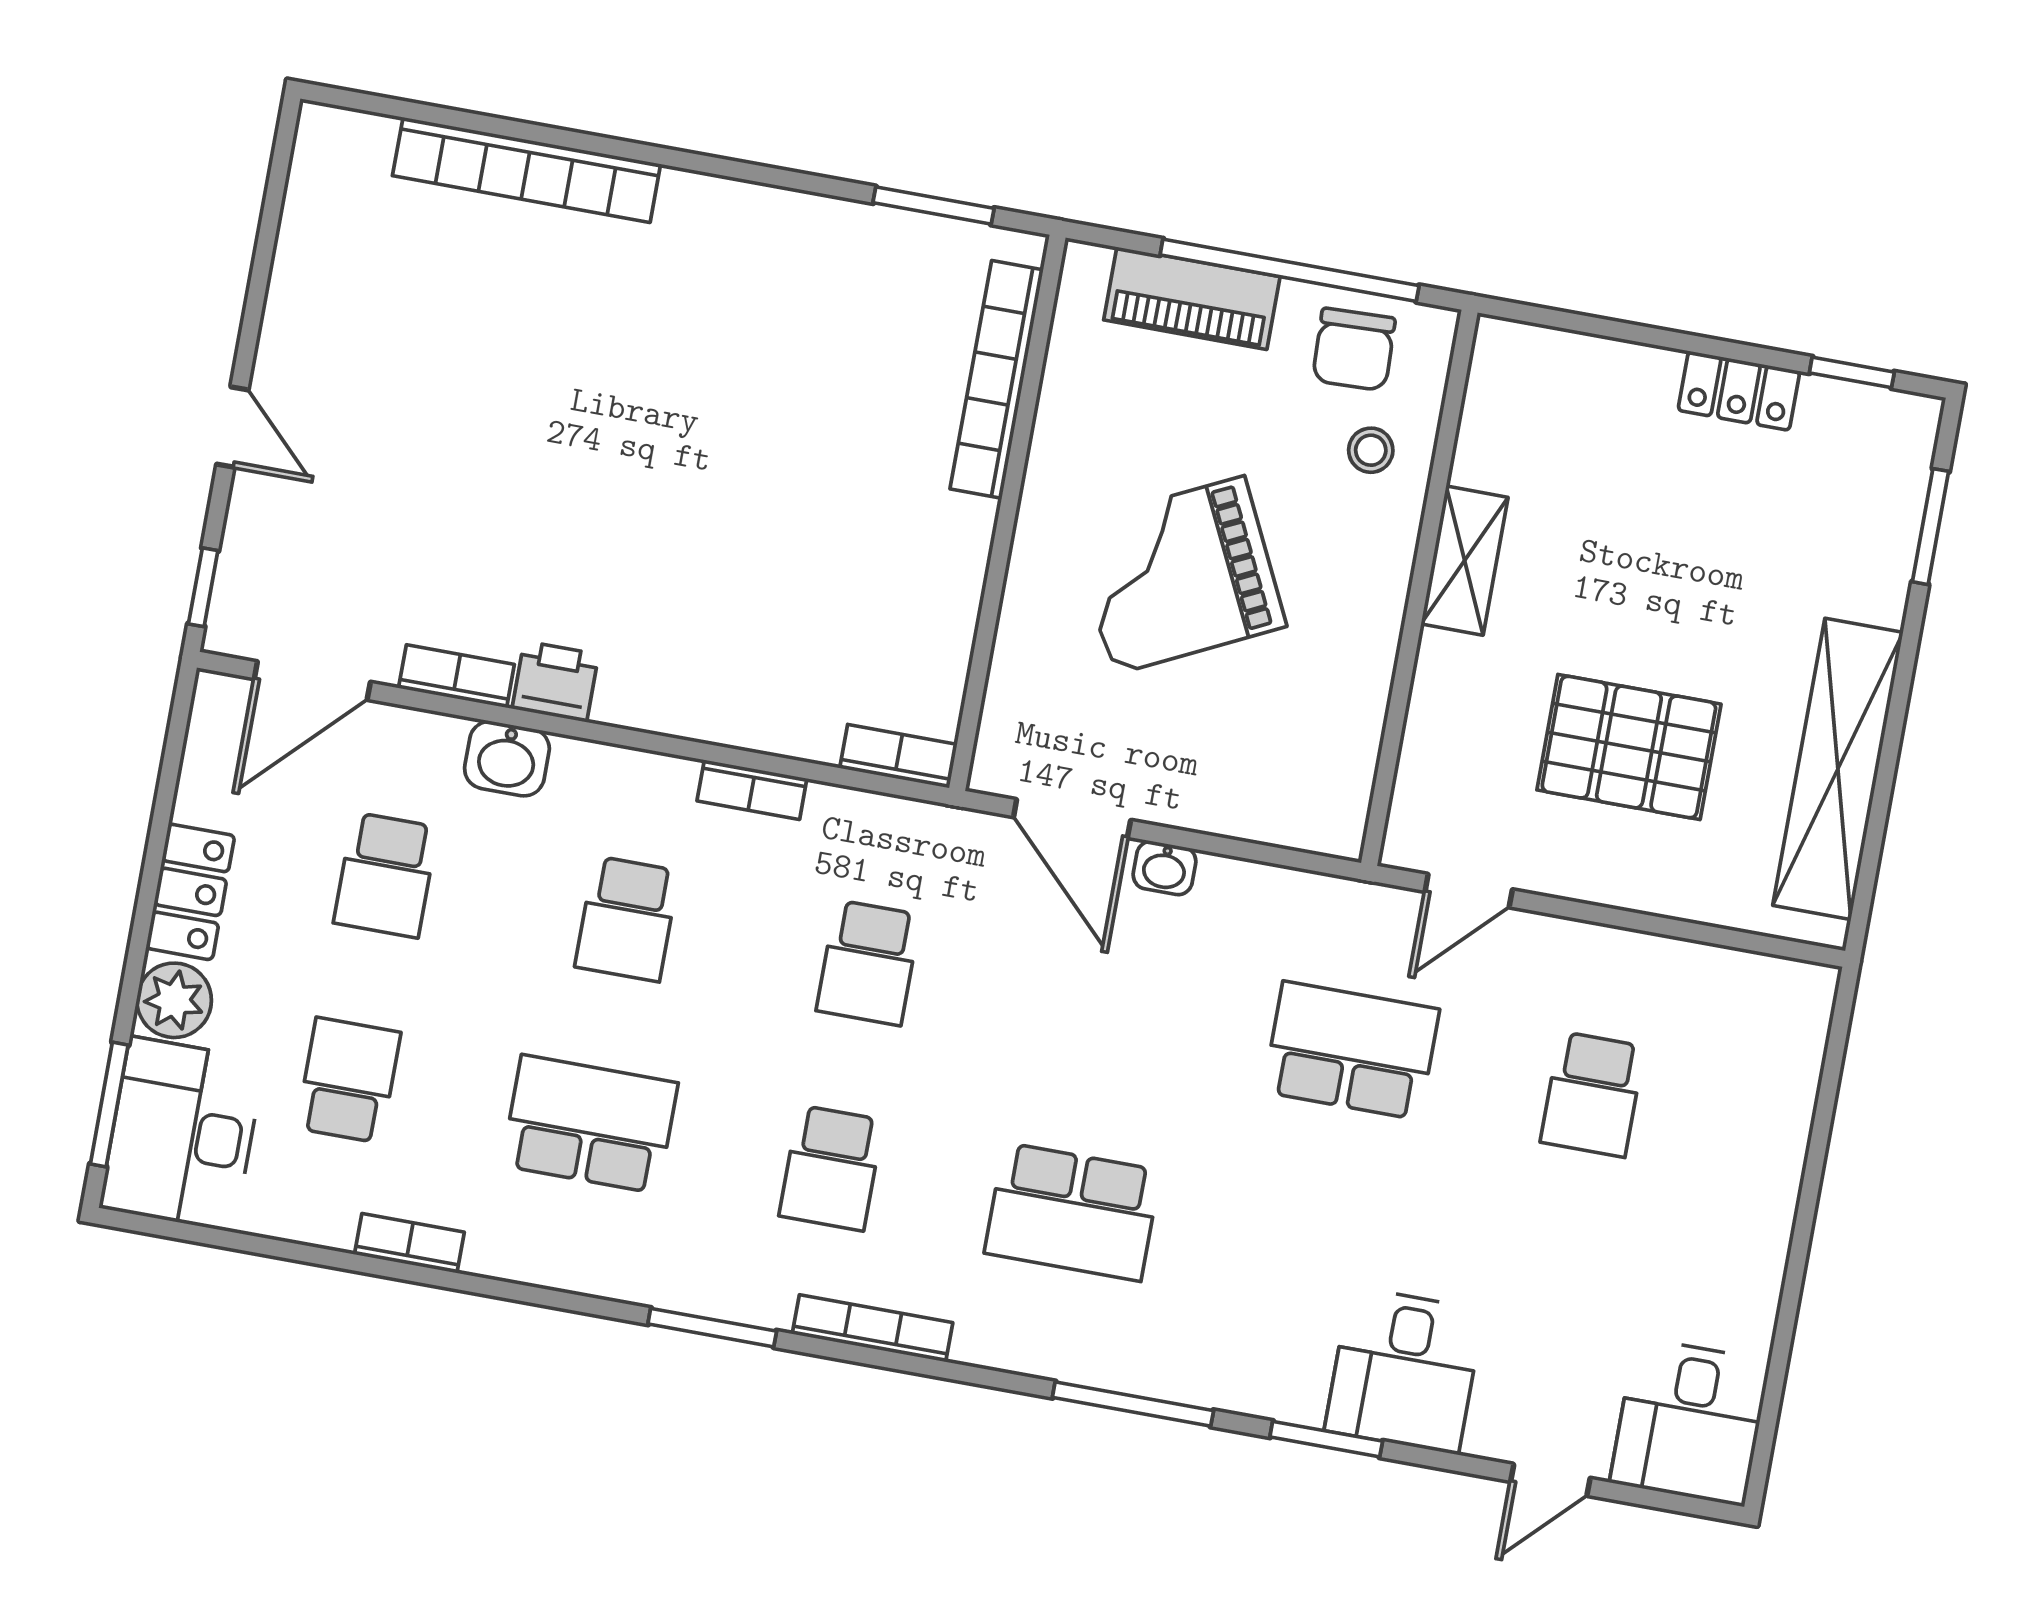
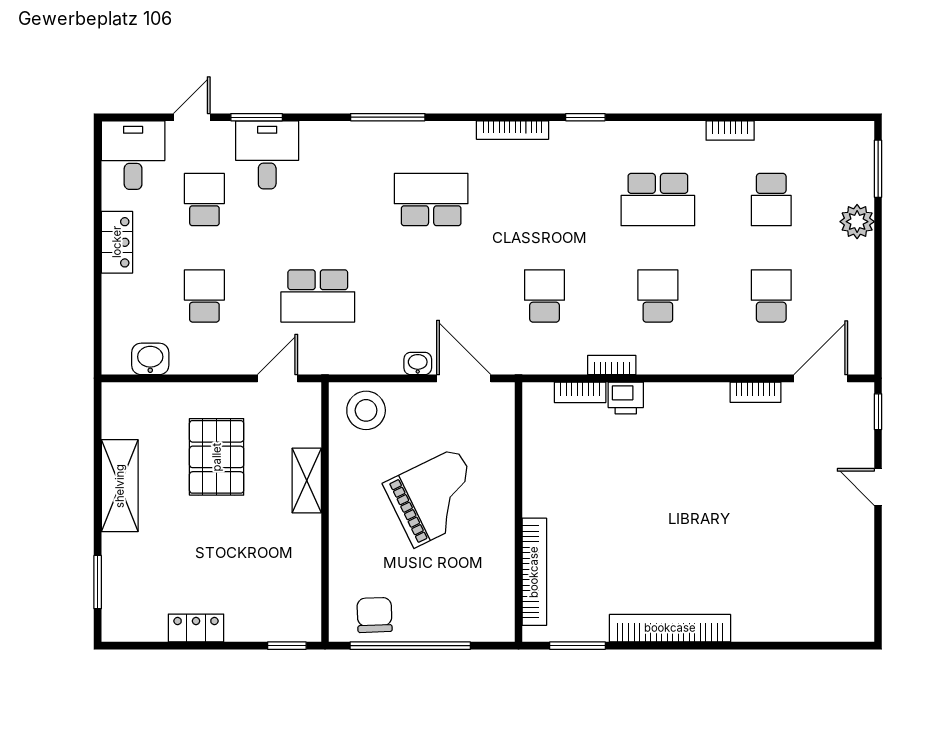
bookcase: (527, 170) -> (670, 628), moved
piano: (1192, 298) -> (452, 625), removed
window: (1852, 372) -> (287, 646), moved
stool: (1371, 450) -> (366, 410), moved, width x1.89, depth x1.89
shelving: (1465, 561) -> (307, 480), moved
printer: (555, 682) -> (626, 398), moved
pallet: (1629, 747) -> (217, 457), turned 90
bookcase: (898, 756) -> (580, 392), moved
washbasin: (507, 759) -> (150, 359), moved
shelving: (1838, 769) -> (120, 486), width x0.68
locker: (190, 892) -> (117, 242), moved, turned 180
desk: (182, 1134) -> (843, 161), removed
school desk: (831, 1168) -> (204, 200), moved
window: (712, 1328) -> (585, 117), width x0.67
window: (1326, 1439) -> (257, 117), moved

